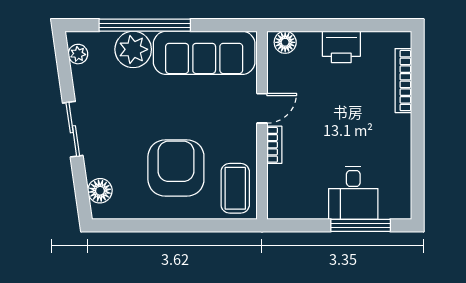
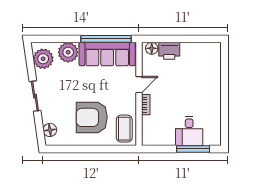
window: (145, 25) -> (106, 39), moved
printer: (341, 47) -> (169, 51), moved
plant: (78, 54) -> (43, 59), width x1.87, depth x1.87
bookcase: (403, 81) -> (217, 69), removed
armchair: (176, 168) -> (92, 117), turned -90

